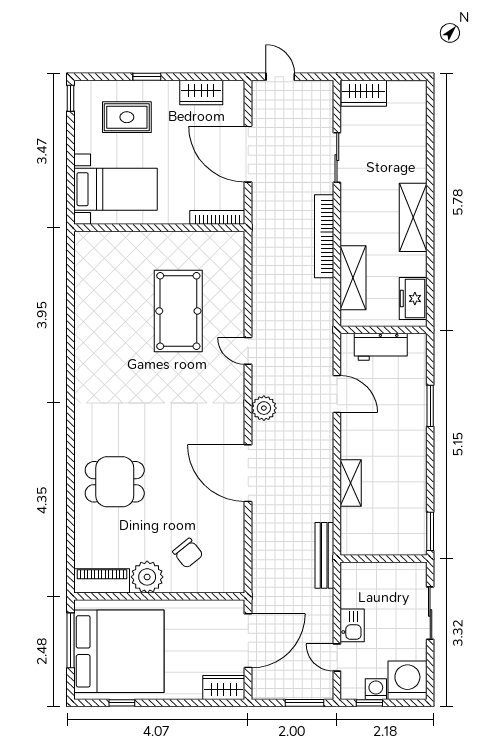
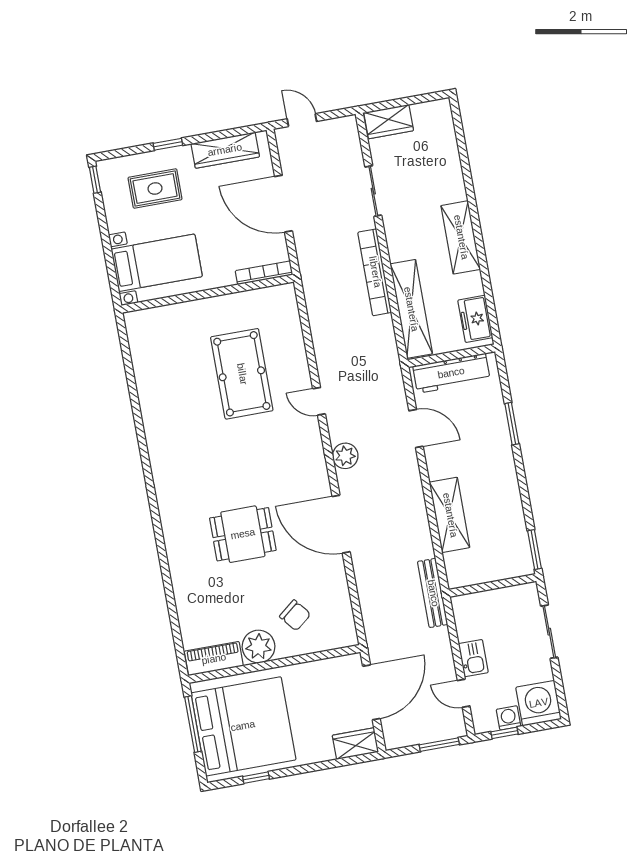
wardrobe: (201, 92) -> (225, 150), width x1.50
shelving: (353, 278) -> (411, 309), width x1.47
workbench: (381, 347) -> (451, 373), width x1.38
dining table: (115, 482) -> (243, 534), moved
shelving: (351, 483) -> (450, 515), width x1.50, depth x1.33

